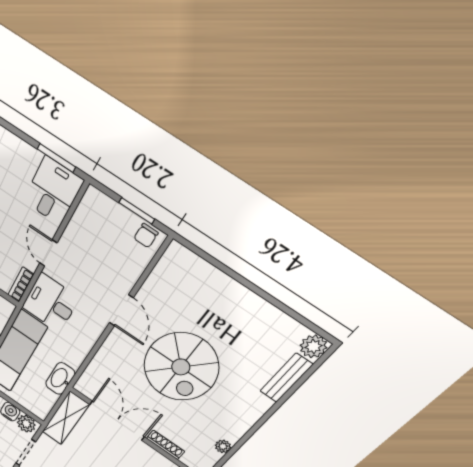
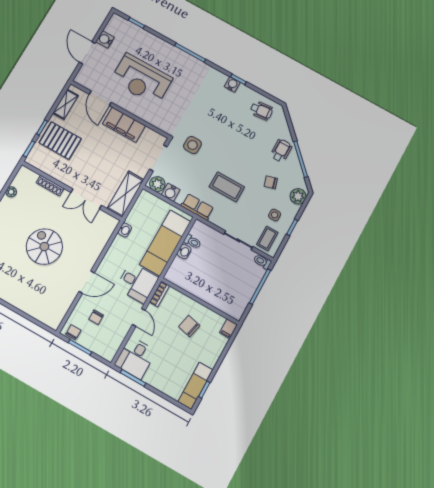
chair: (110, 257) -> (96, 317), added
door: (121, 310) -> (87, 282), swing flipped
spiral stairs: (181, 367) -> (44, 247), width x0.73, depth x0.73
washbasin: (60, 379) -> (125, 230), width x0.52, depth x0.69
double door: (117, 421) -> (86, 199), width x0.73

